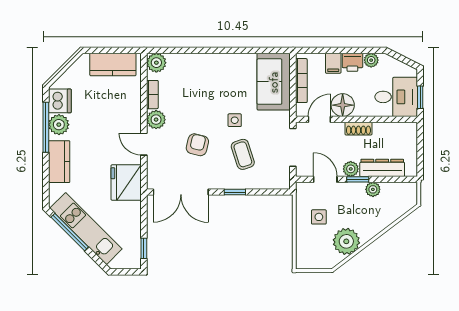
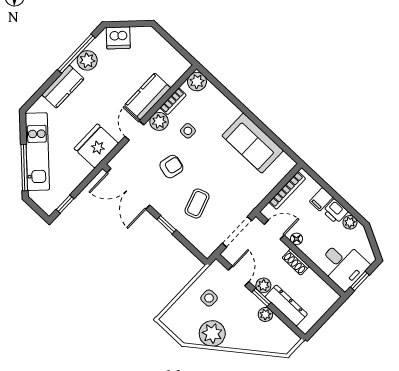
kitchen counter: (113, 64) -> (148, 96), moved, turned 90
sofa: (274, 82) -> (253, 143), moved, turned -90
dishwasher: (60, 101) -> (118, 38), moved, turned 45
floor lamp: (343, 105) -> (296, 239), width x0.53, depth x0.53
side table: (235, 120) -> (188, 131), moved
window: (70, 232) -> (24, 168), moved

